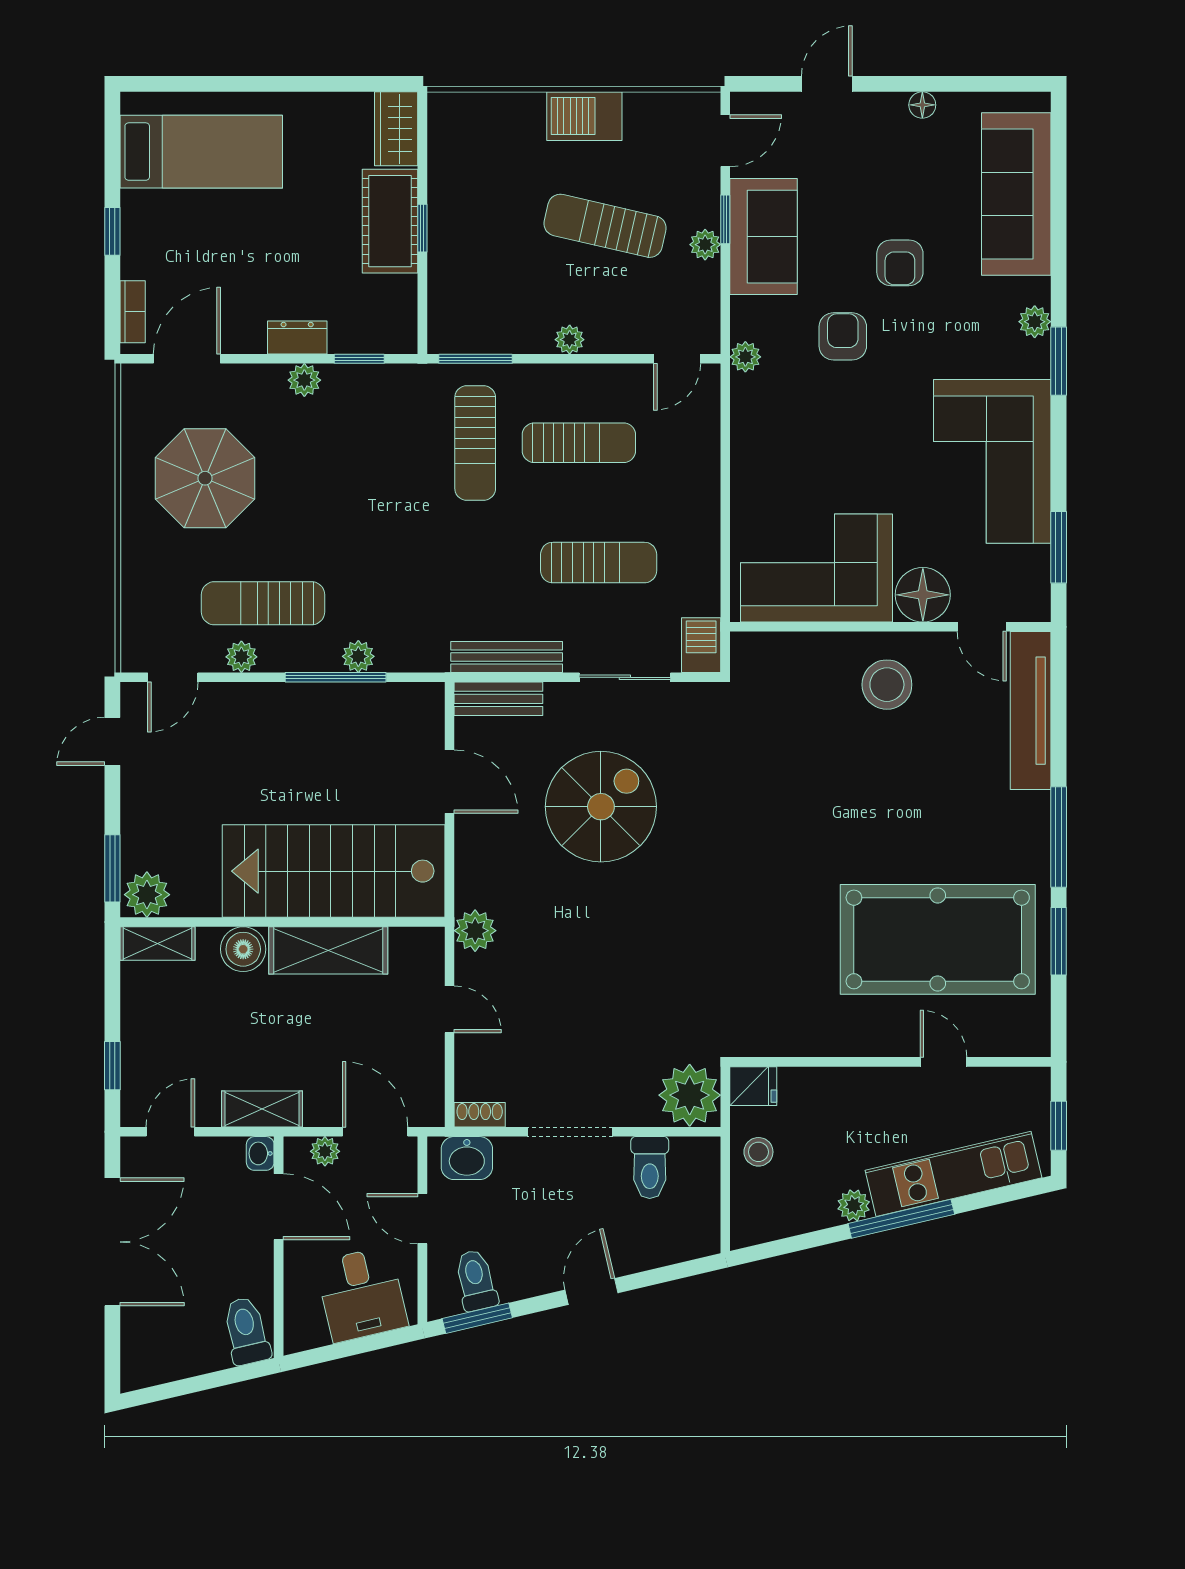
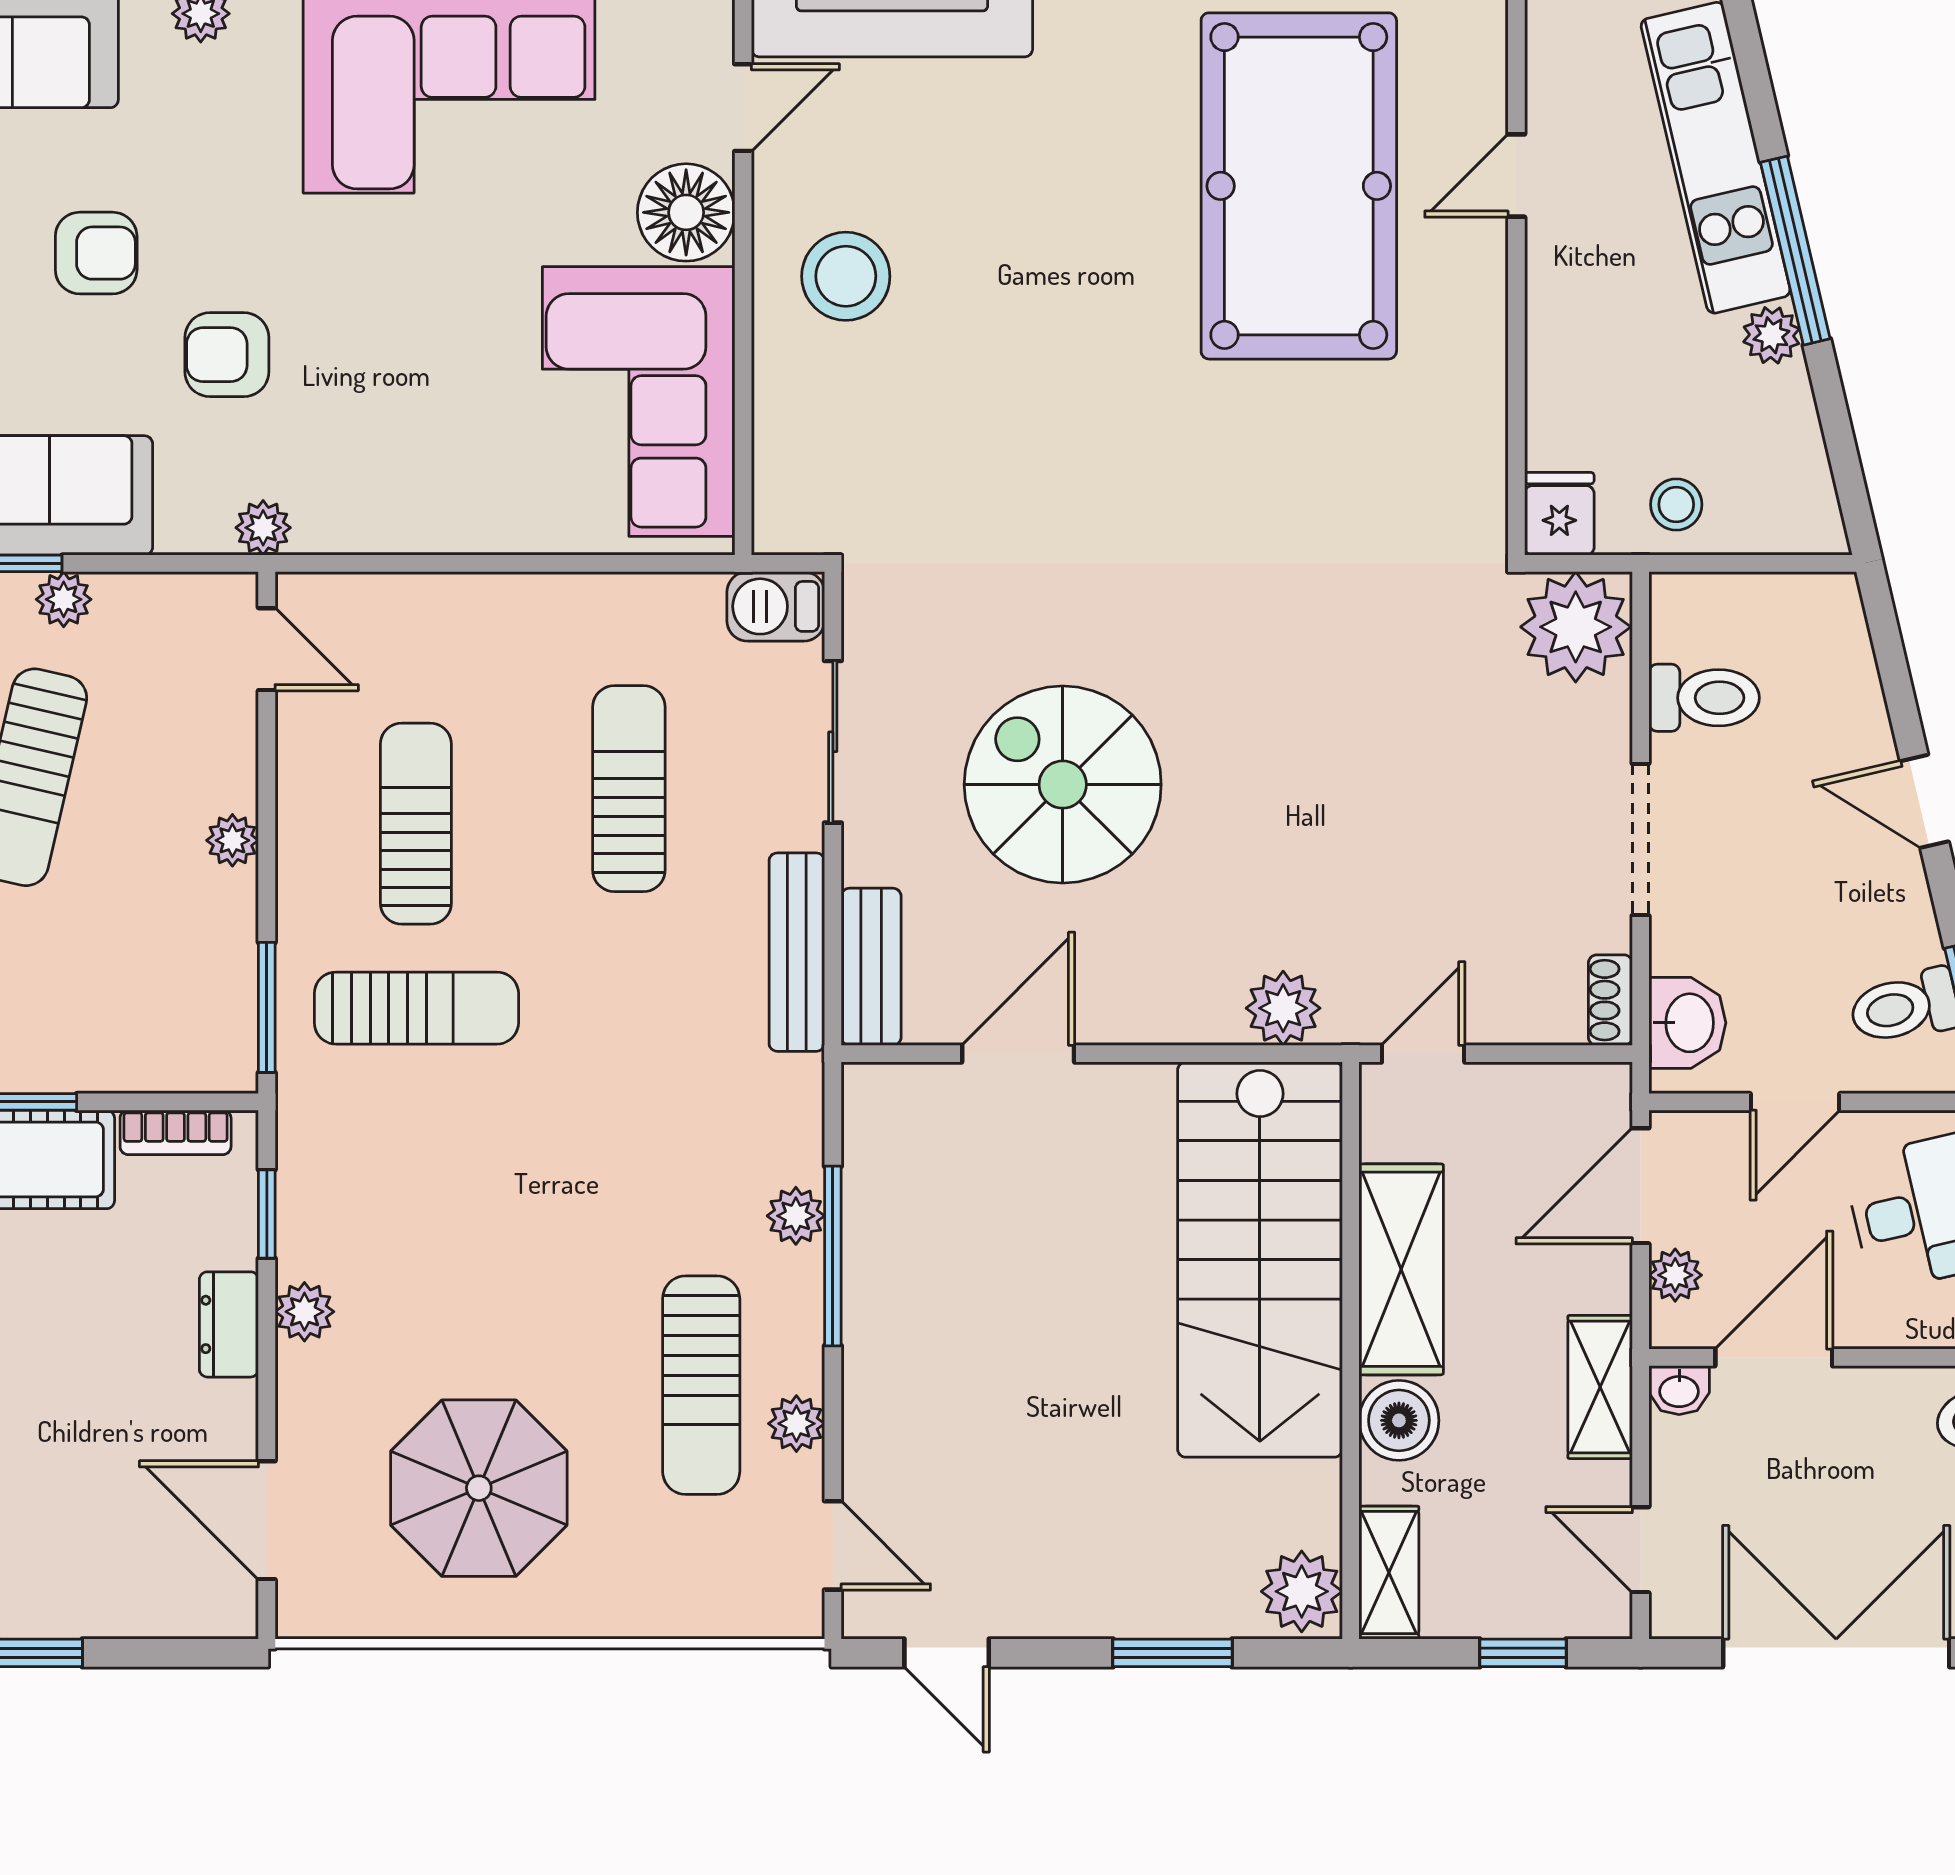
bookcase: (133, 312) -> (176, 1132), moved, turned 180
stairs: (334, 871) -> (1260, 1260), moved
plant: (147, 895) -> (1302, 1591), moved
wall: (283, 922) -> (1351, 1350), moved
shelving: (158, 944) -> (1389, 1573), moved
boiler: (243, 949) -> (1399, 1420), moved
shelving: (328, 950) -> (1401, 1269), moved

